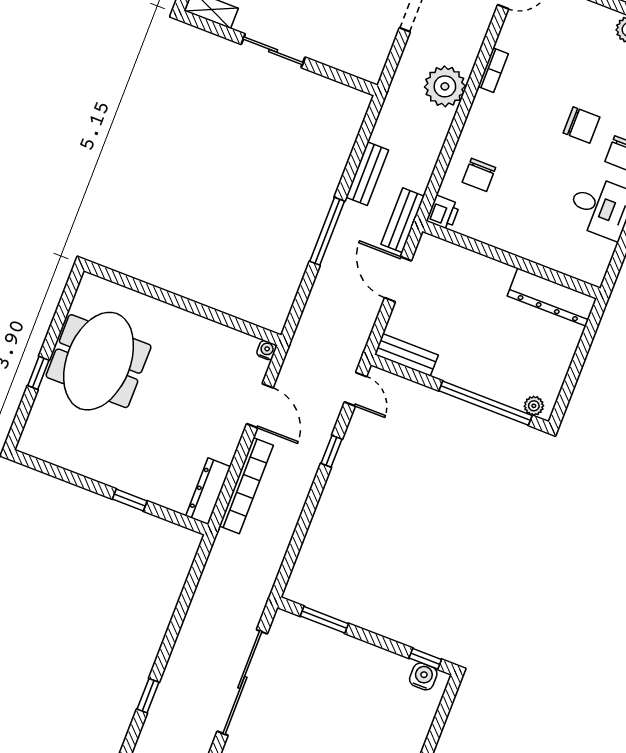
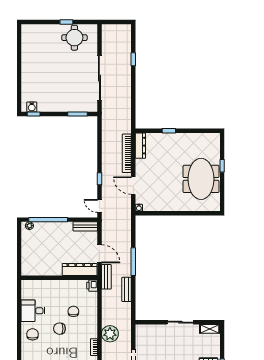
chair: (581, 125) -> (59, 329), moved
chair: (479, 175) -> (73, 311), moved
dresser: (552, 297) -> (80, 270), moved

